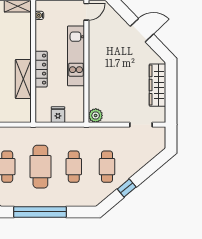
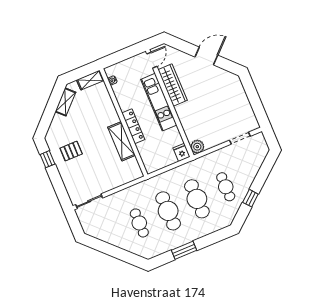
wardrobe: (158, 85) -> (173, 85), moved, turned 180
fridge: (58, 115) -> (182, 152), moved
cafe table: (74, 167) -> (197, 199), width x1.37, depth x1.35
window: (40, 212) -> (184, 250), width x0.47

